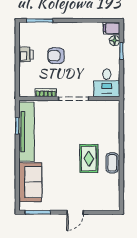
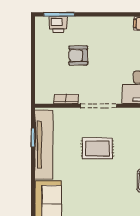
printer: (26, 54) -> (58, 24), moved, turned 90
rug: (89, 159) -> (97, 148), moved, turned 90

